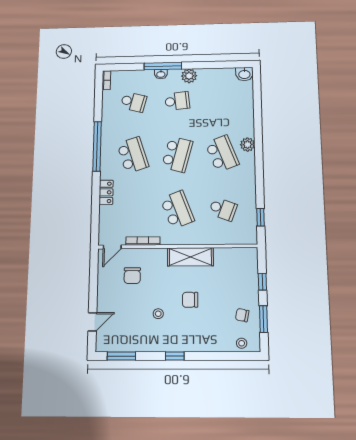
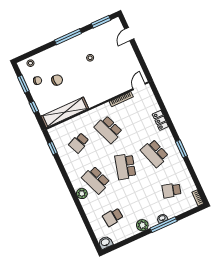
school desk: (177, 101) -> (113, 217), moved
window: (97, 146) -> (181, 149), width x0.47
school desk: (223, 209) -> (79, 143), turned -45
shelving: (190, 257) -> (65, 112), moved, width x1.47
chair: (132, 276) -> (118, 74), removed
chair: (190, 300) -> (57, 80), moved
window: (175, 356) -> (68, 37), width x2.17

